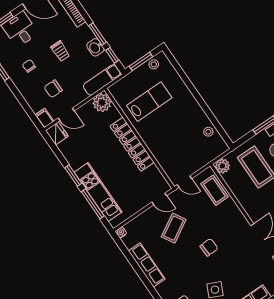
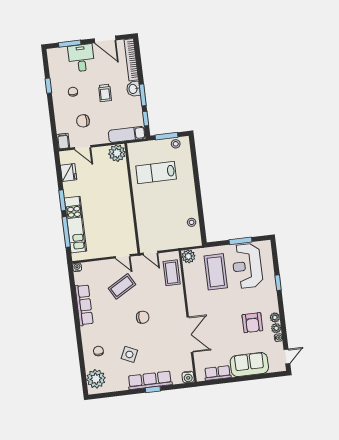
washbasin: (95, 47) -> (133, 89), moved
lab bench: (149, 102) -> (156, 172), turned 180
fridge: (57, 133) -> (69, 173), moved
locker: (132, 144) -> (124, 200), removed

